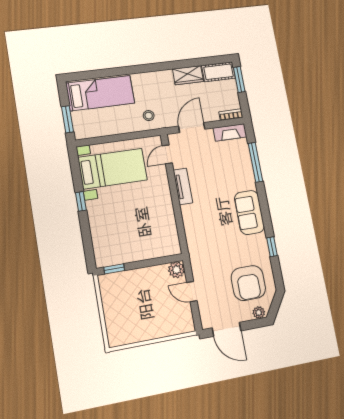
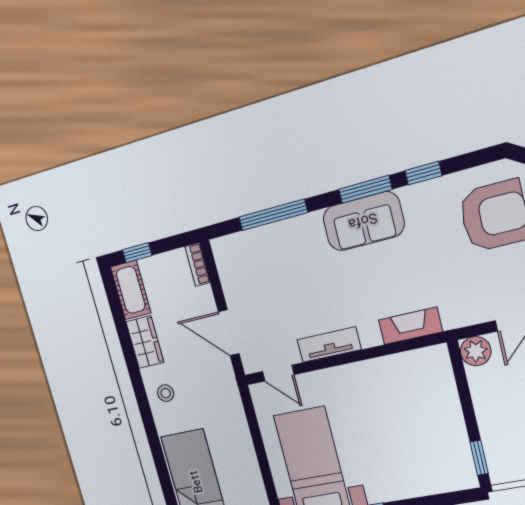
window: (239, 80) -> (137, 253), width x0.67
stool: (149, 116) -> (166, 393), moved
fireplace: (230, 132) -> (410, 326), moved, turned -90
window: (266, 215) -> (365, 189), added

